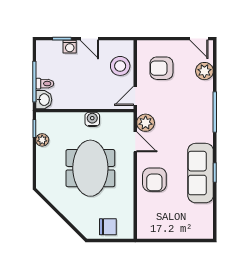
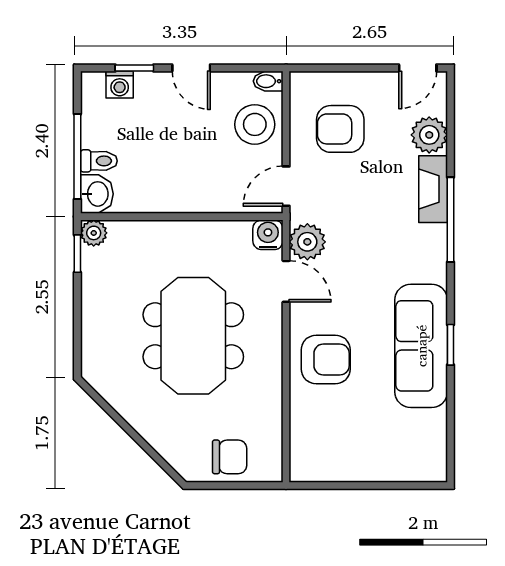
door: (199, 39) -> (418, 68), hinge flipped
bidet: (127, 45) -> (268, 81), added
washing machine: (70, 47) -> (120, 85), moved
fireplace: (206, 97) -> (433, 189), added
water cooler: (92, 119) -> (268, 235), moved
plant: (42, 140) -> (94, 233), moved
armchair: (154, 180) -> (326, 359), turned -90

